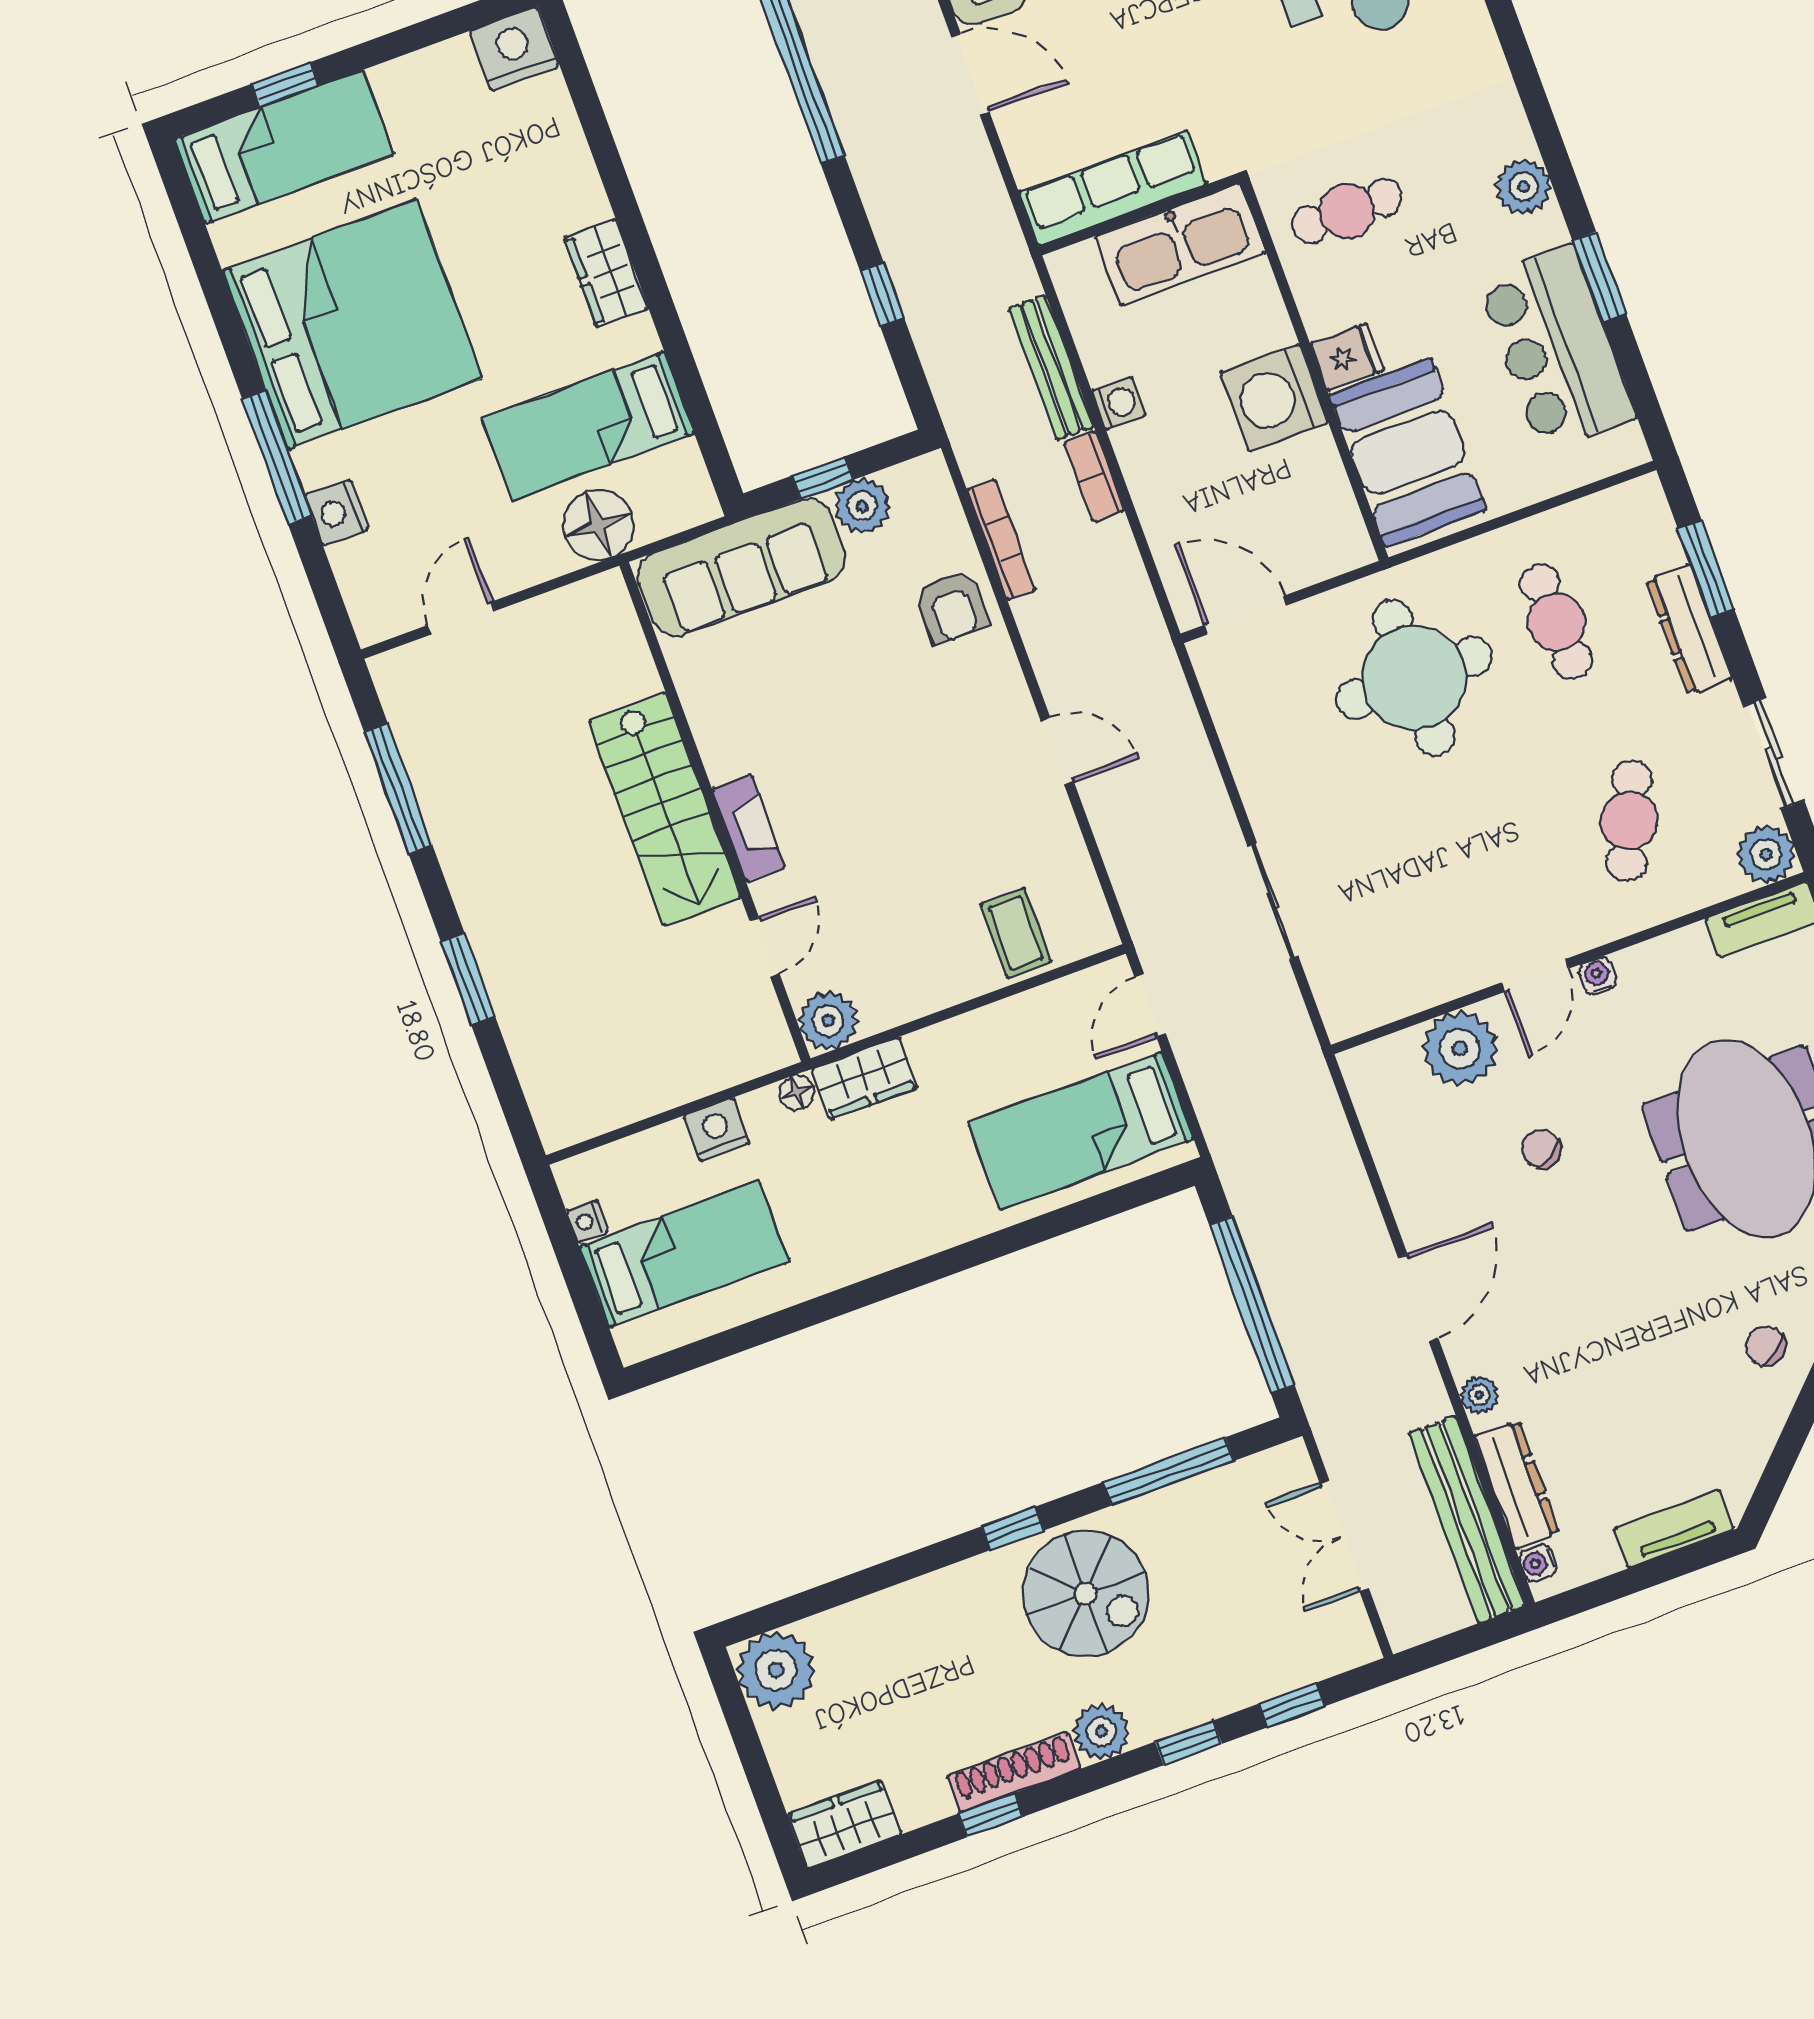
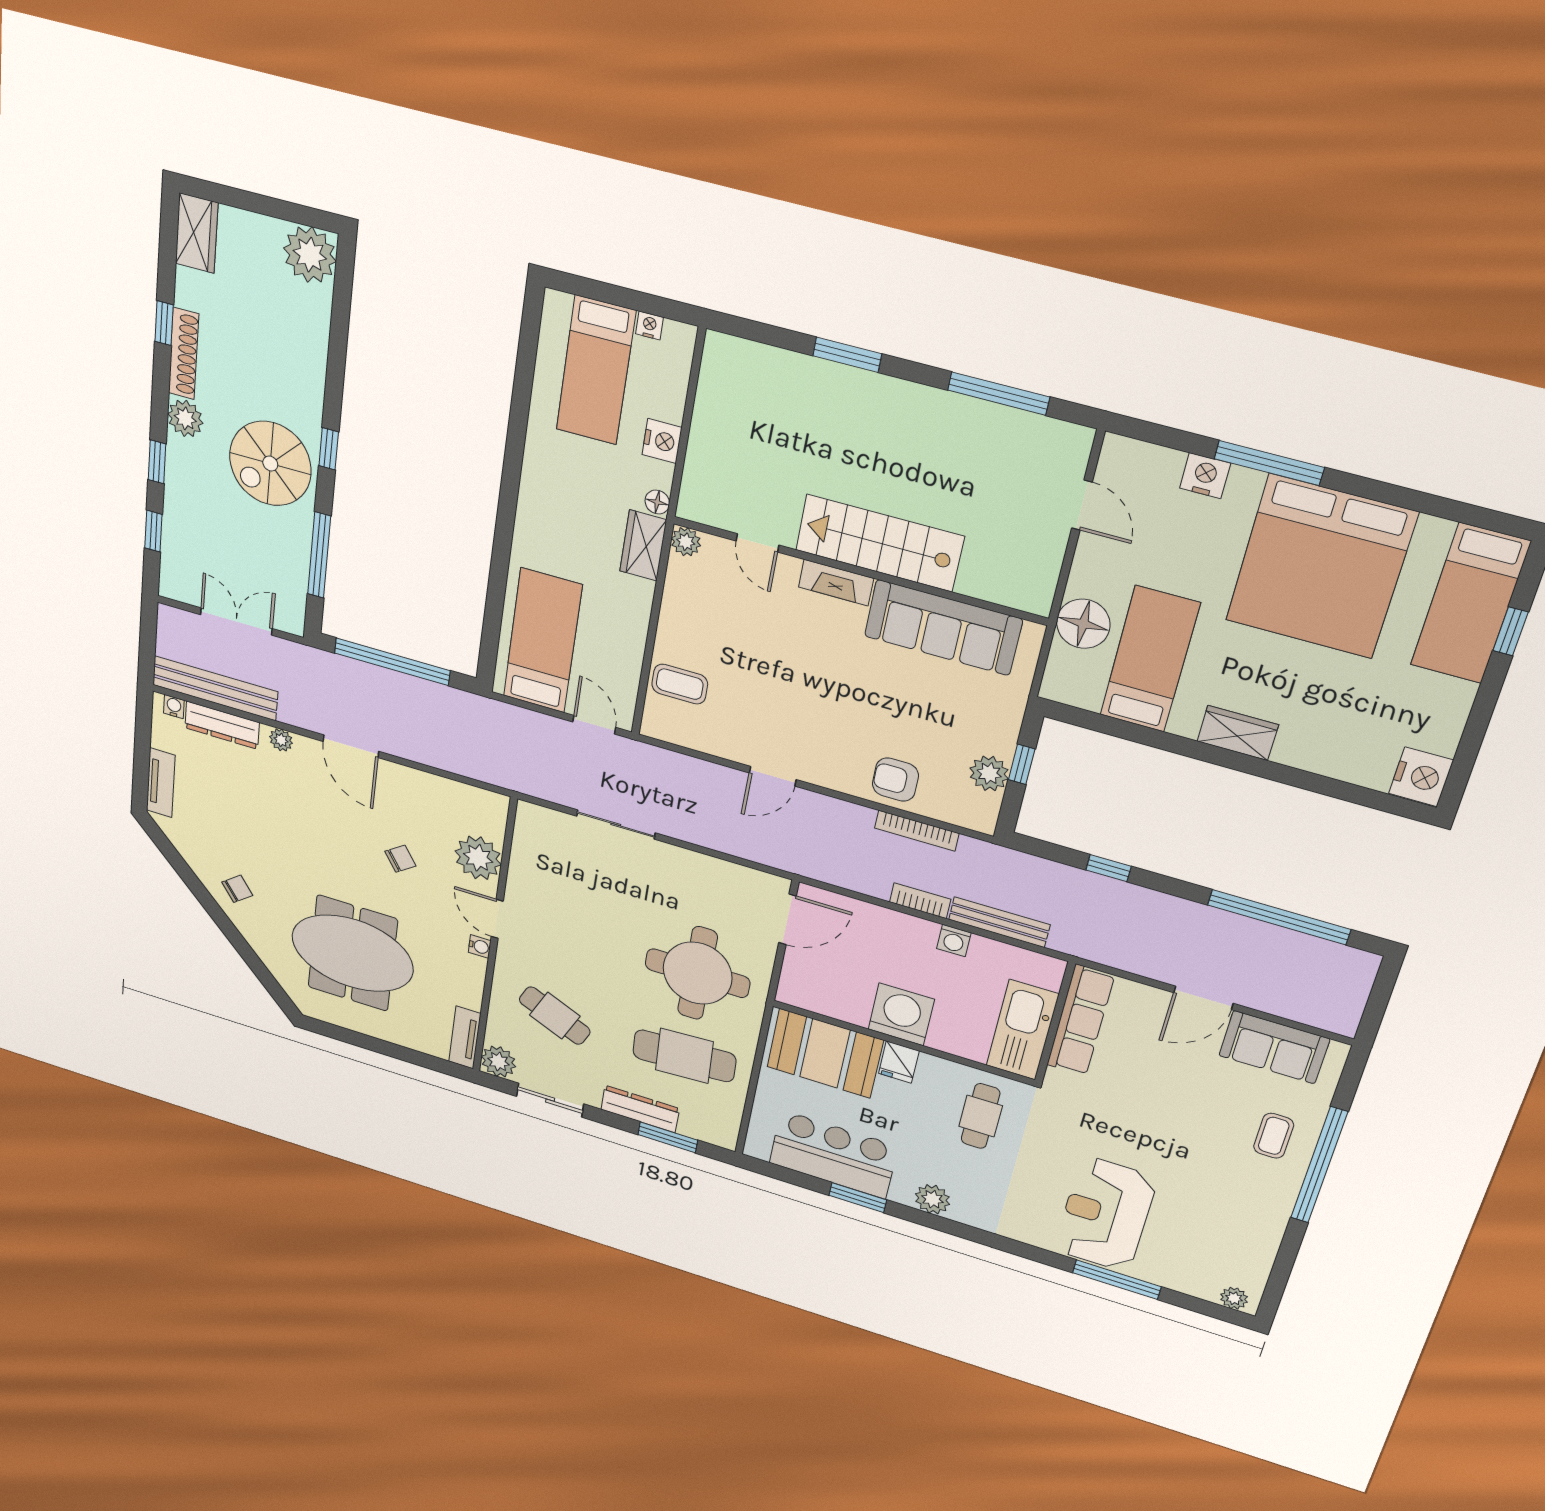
sofa: (742, 567) -> (943, 628), moved, turned -90
cafe table: (1556, 622) -> (684, 1056), width x1.37, depth x1.35
plant: (828, 1021) -> (686, 542), width x0.73, depth x0.73

